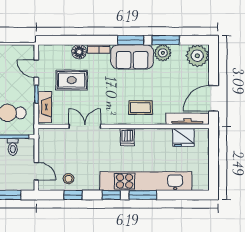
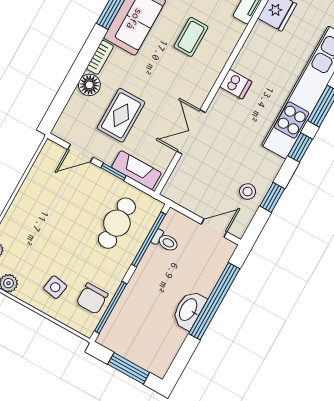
coffee table: (140, 108) -> (191, 37), moved

